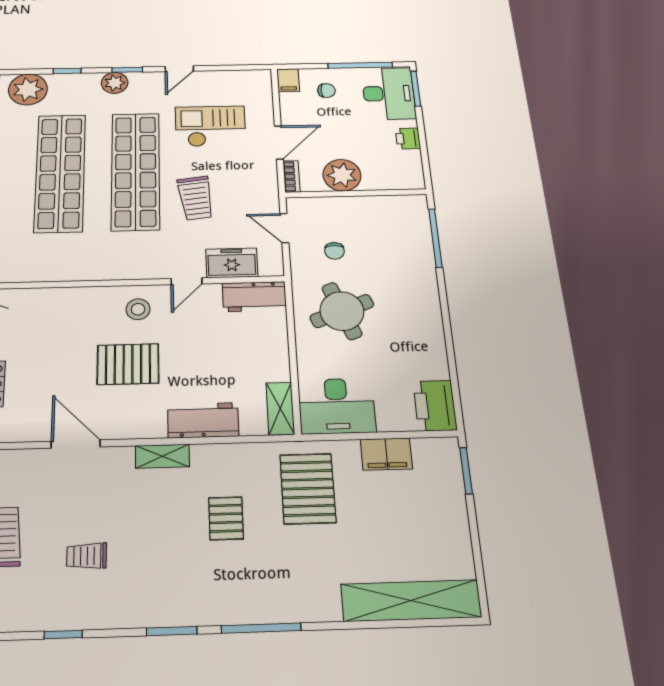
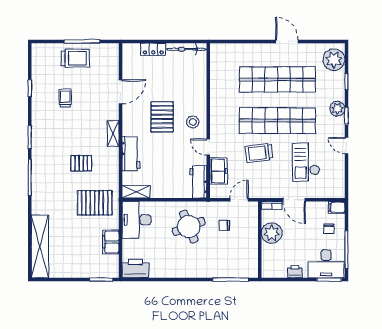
checkout: (210, 126) -> (306, 162), turned 180

